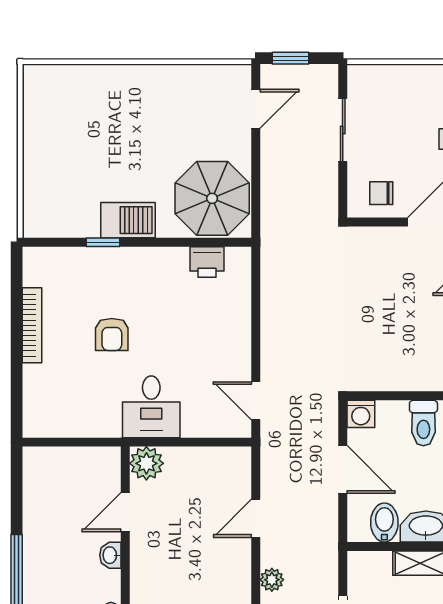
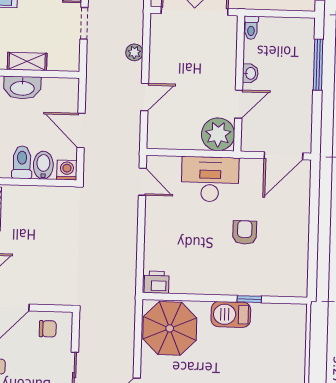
printer: (207, 262) -> (157, 282), moved
bookcase: (32, 325) -> (302, 241), removed
desk: (151, 407) -> (210, 179), width x1.37
door: (61, 442) -> (284, 156), added
plant: (146, 463) -> (218, 134), width x1.36, depth x1.36
bidet: (384, 523) -> (43, 165), moved, turned 180

